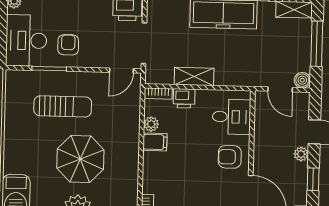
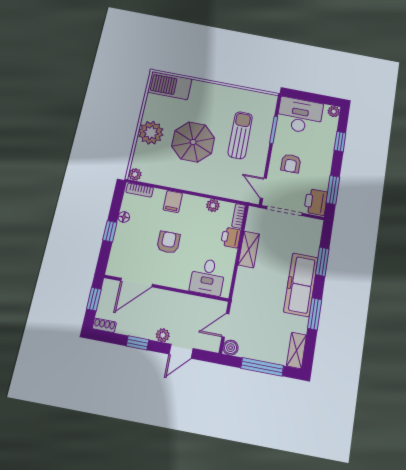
armchair: (68, 45) -> (291, 163), moved, turned 90
sun lounger: (63, 106) -> (240, 135), turned 180
filing cabinet: (155, 142) -> (173, 202), moved
armchair: (230, 157) -> (168, 242), moved

